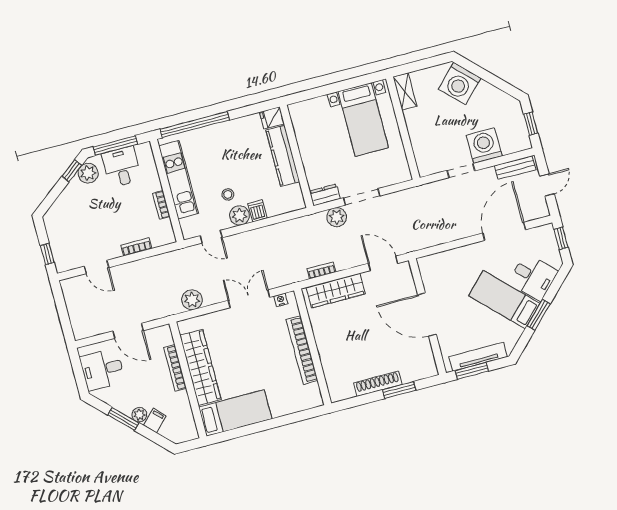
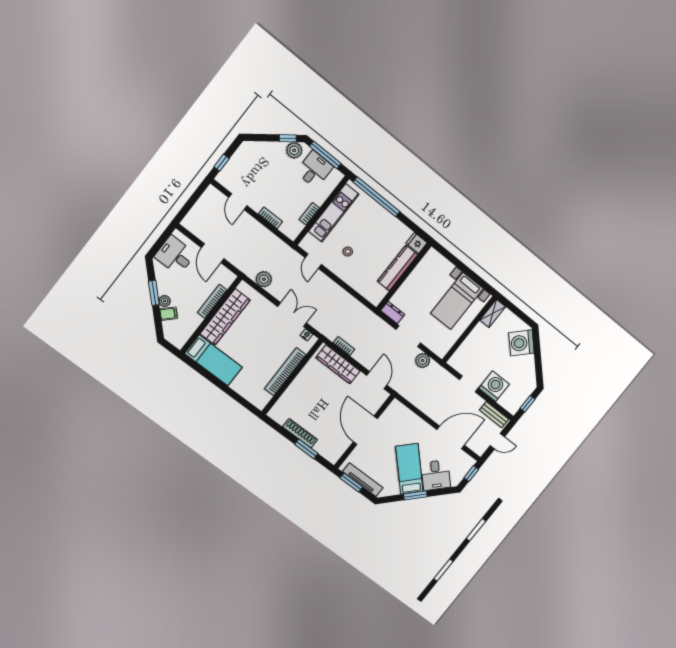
dishwasher: (258, 211) -> (351, 278), removed
plant: (240, 215) -> (340, 269), removed
plant: (337, 217) -> (423, 361), moved

